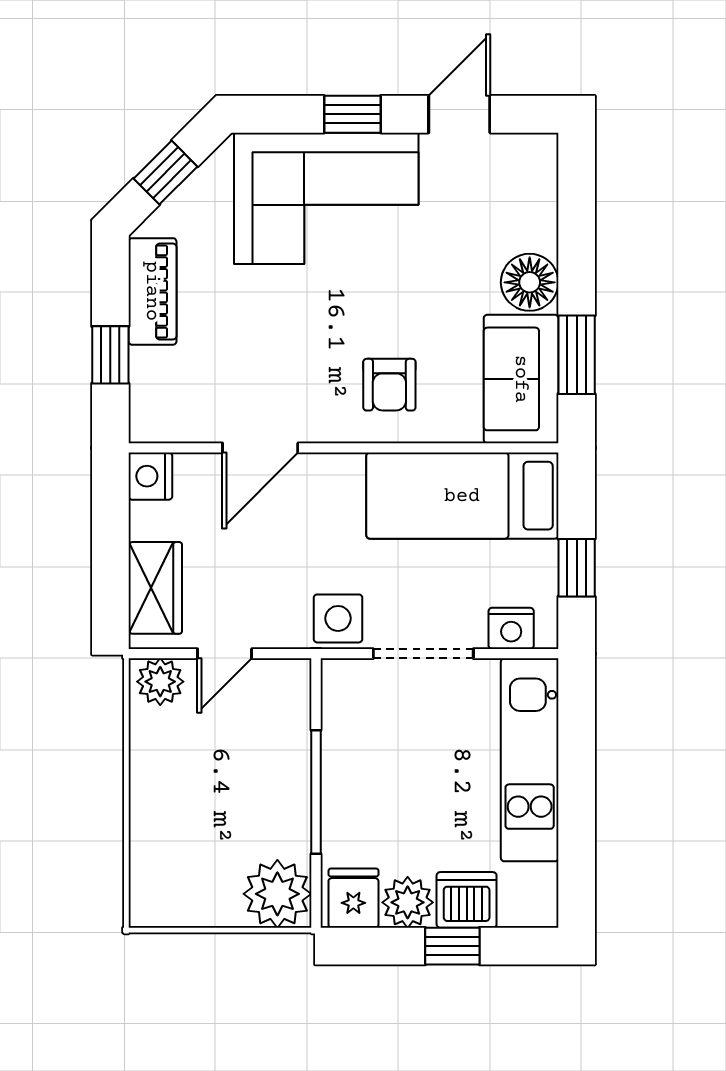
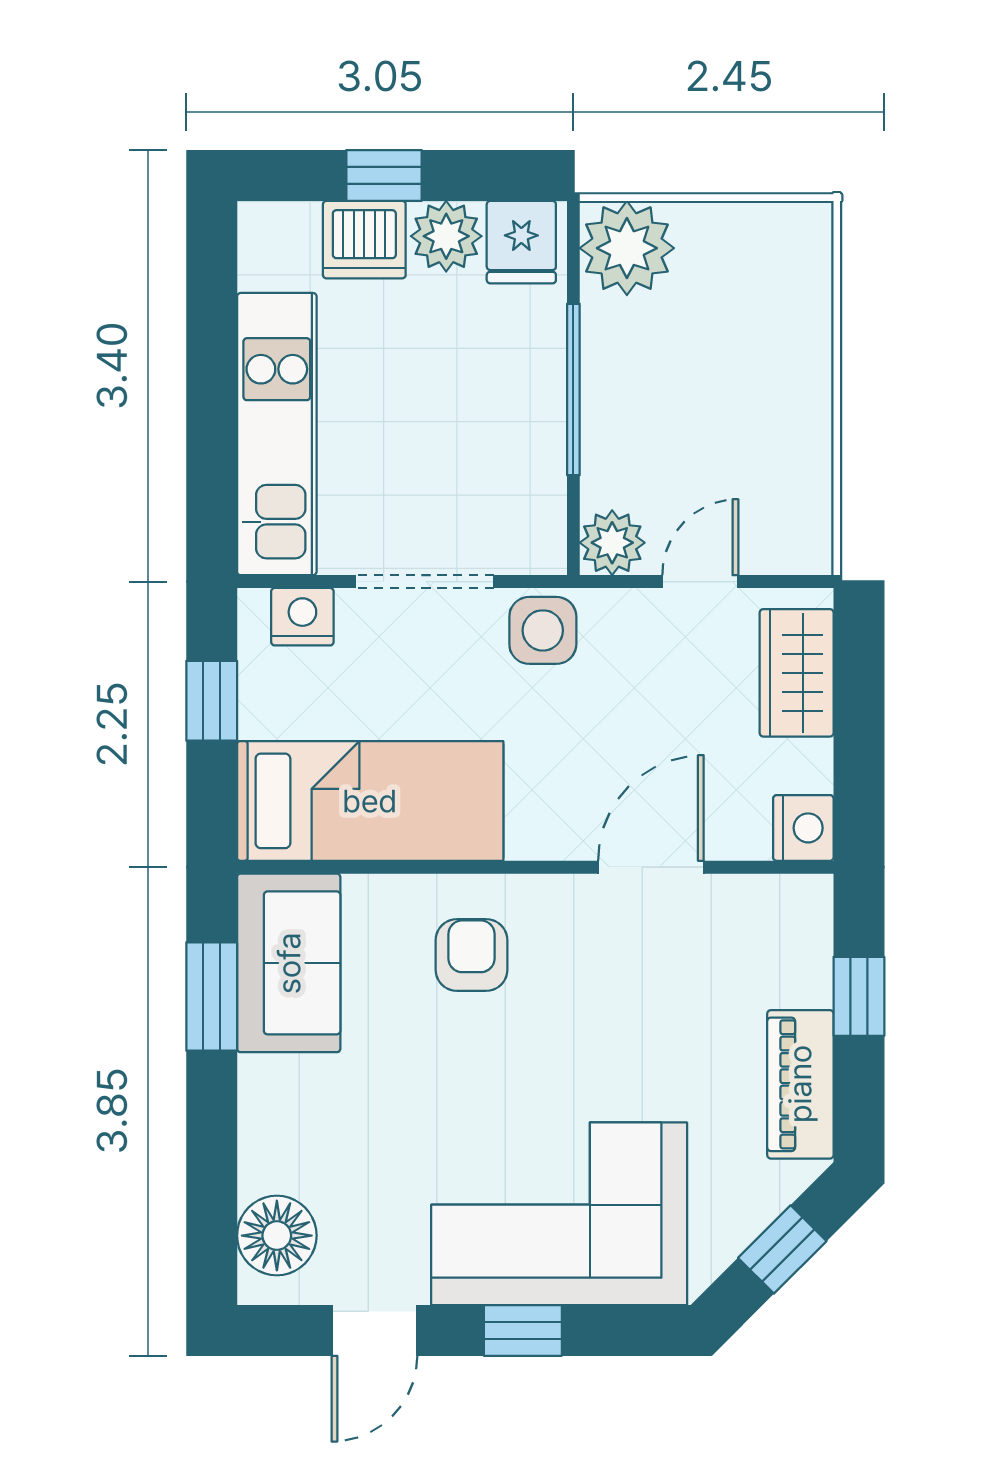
floor lamp: (530, 282) -> (277, 1236), moved
plant: (160, 682) -> (612, 543), moved

